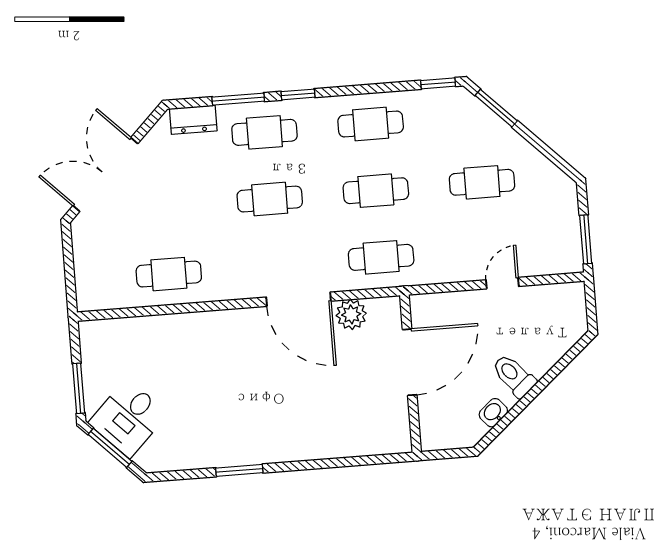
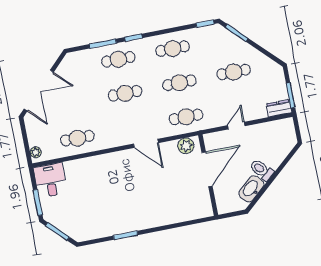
dresser: (193, 120) -> (279, 108), moved, turned 180
double door: (105, 175) -> (39, 91), swing flipped
door: (502, 283) -> (236, 126), moved
plant: (86, 292) -> (36, 152), added
door: (299, 299) -> (146, 143), width x0.73
plant: (351, 314) -> (186, 146), moved
washbasin: (493, 413) -> (251, 189), width x1.91, depth x1.45
desk: (128, 418) -> (50, 180), moved, turned 135

